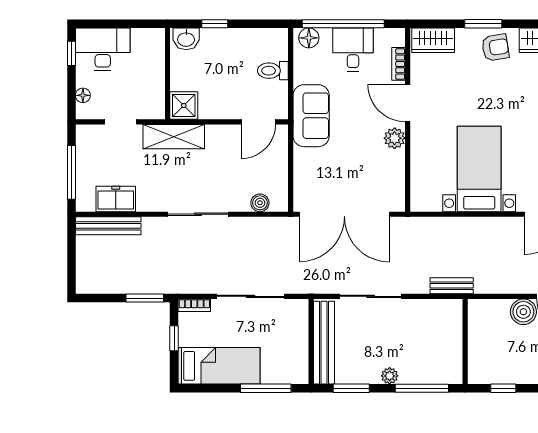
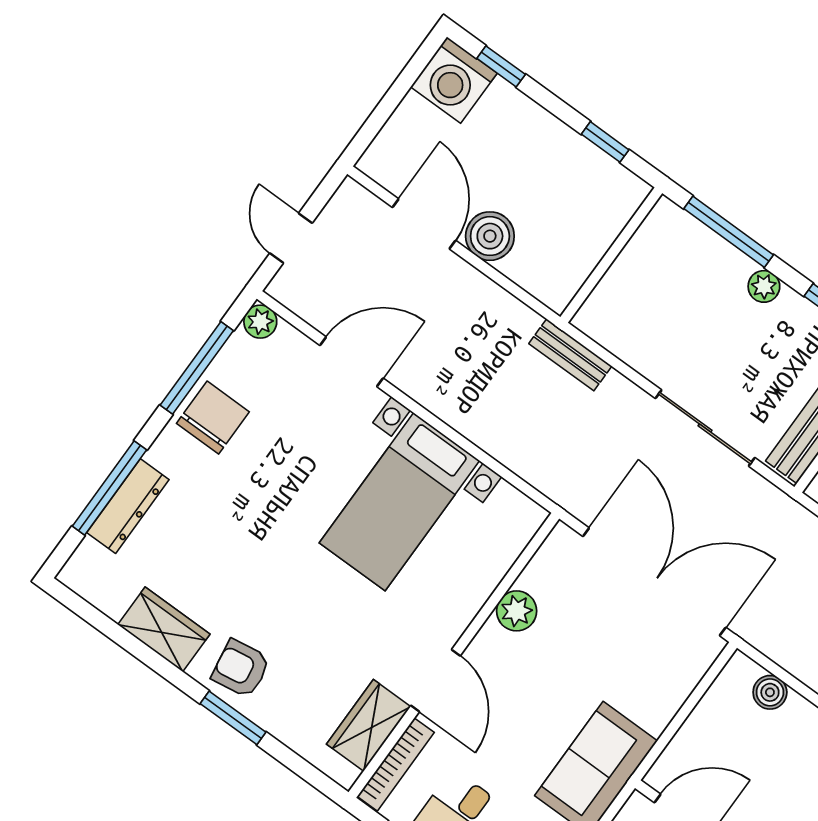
wardrobe: (433, 40) -> (369, 725), moved, turned -90
bookcase: (399, 64) -> (396, 764), width x1.56
plant: (395, 138) -> (517, 611), moved

